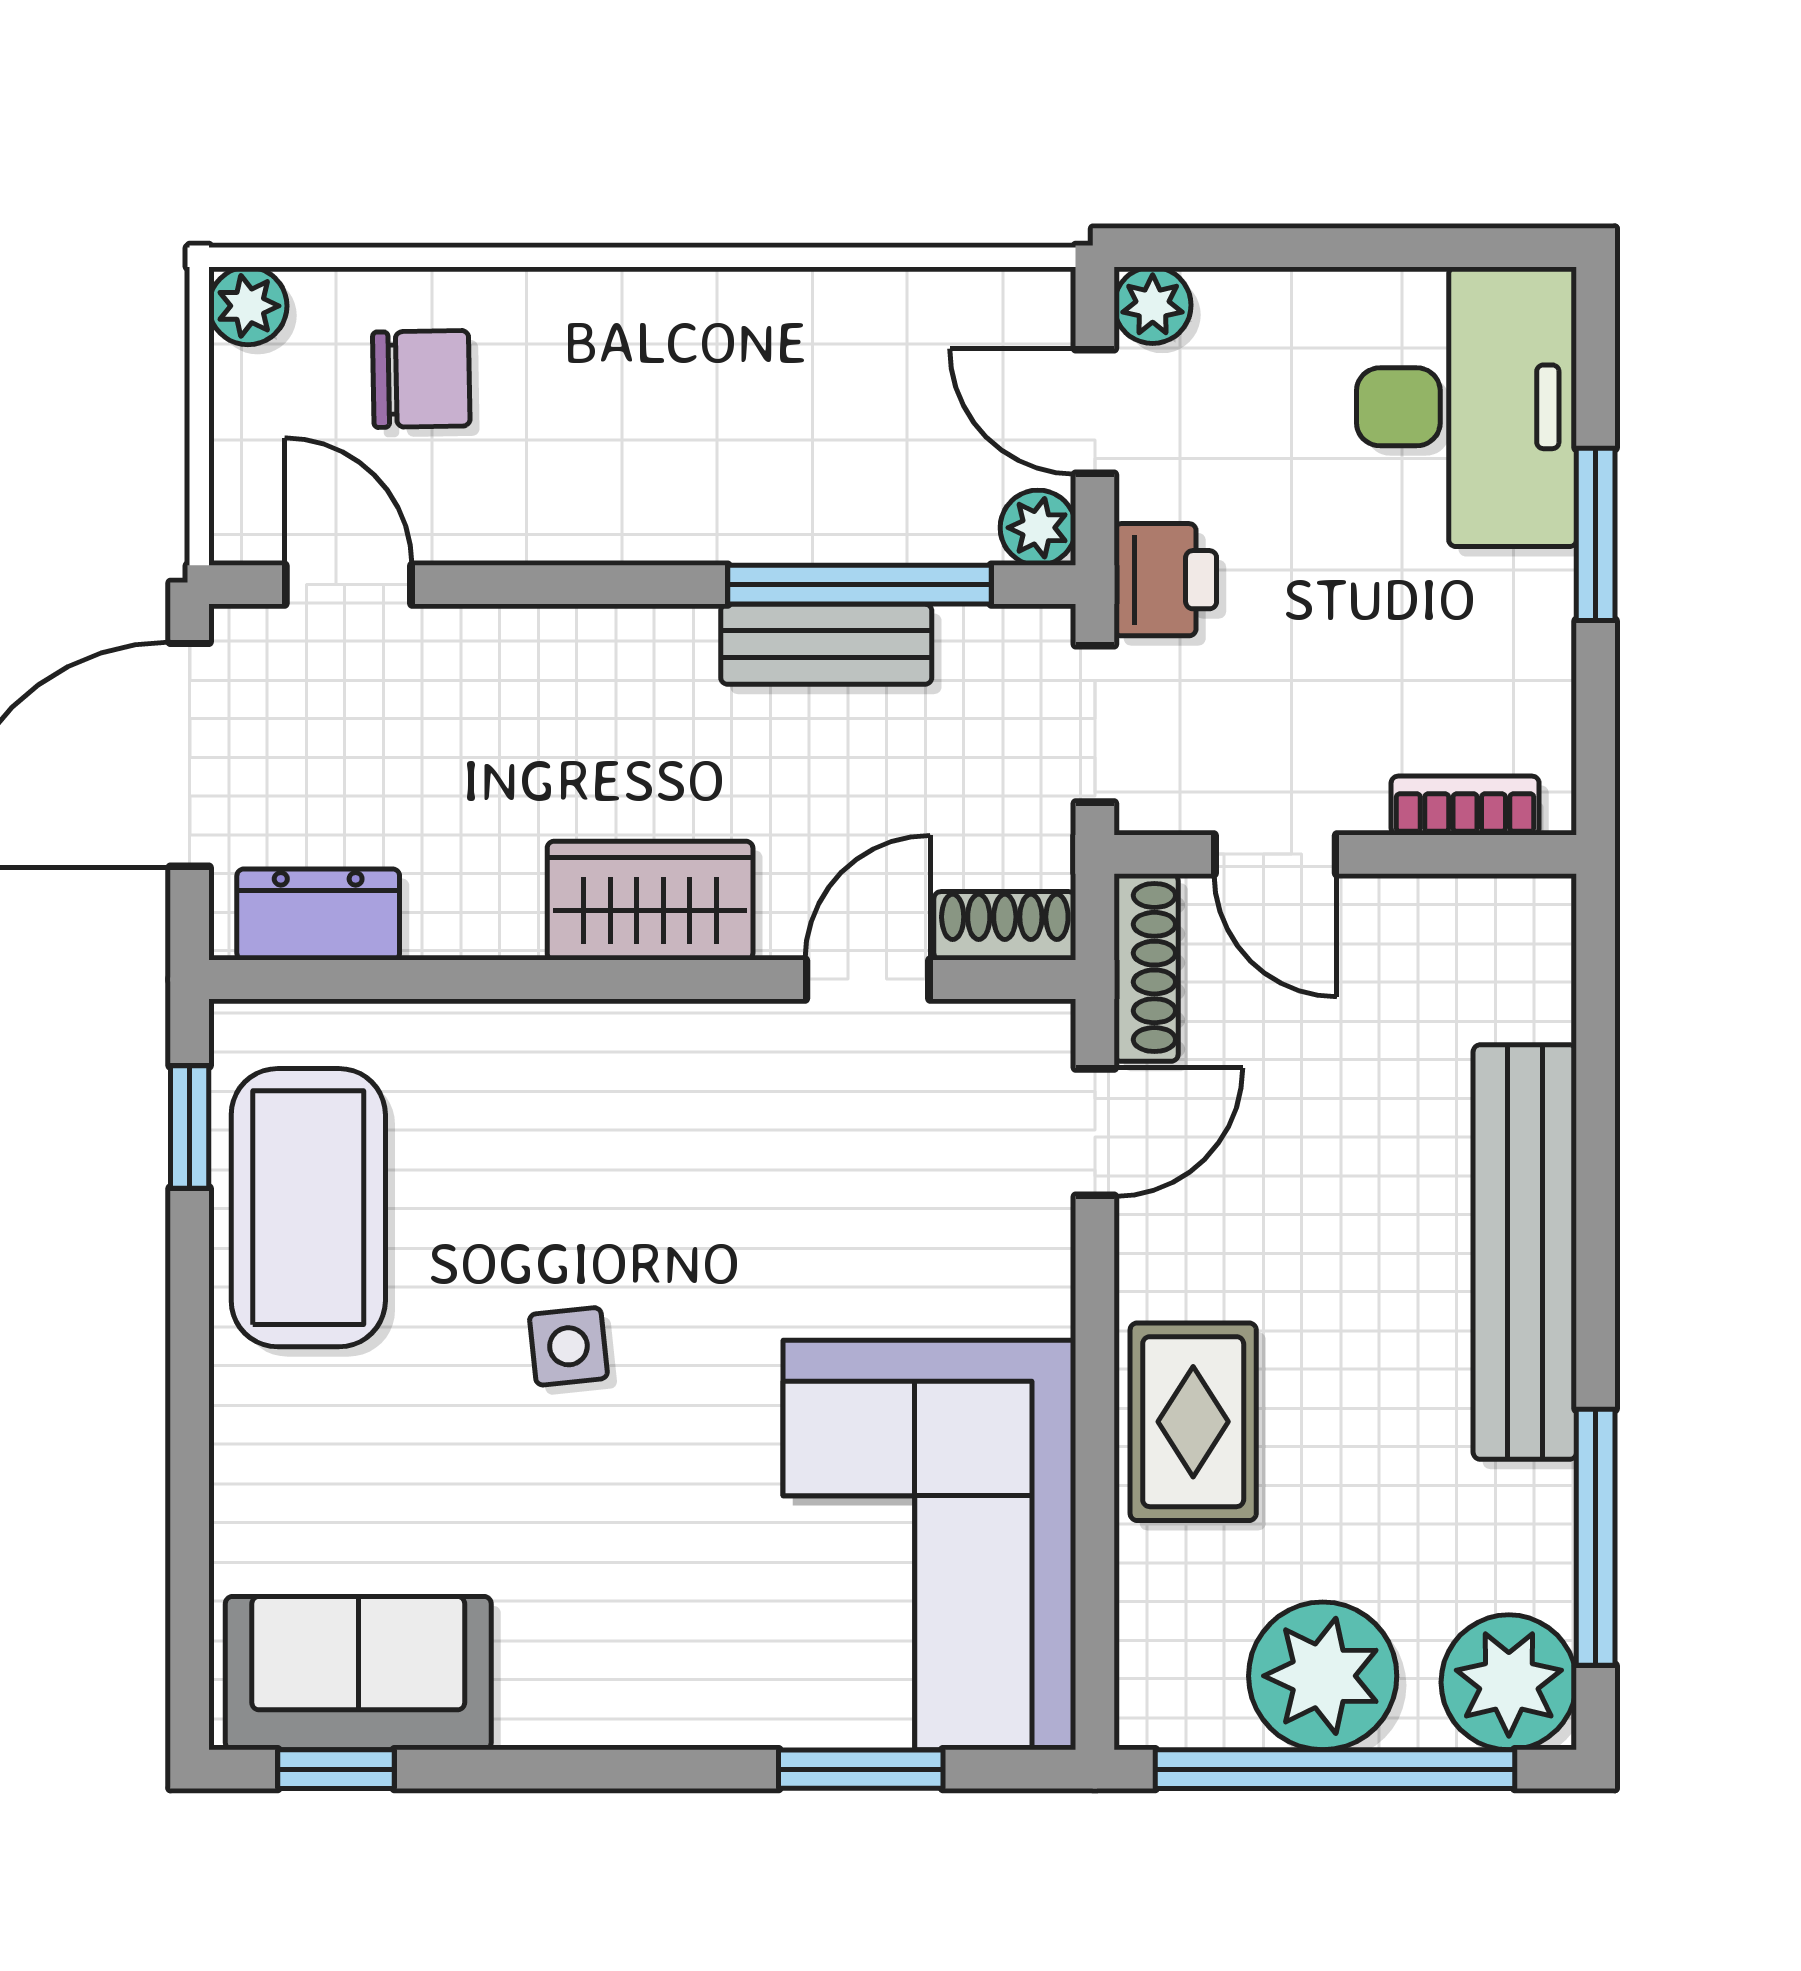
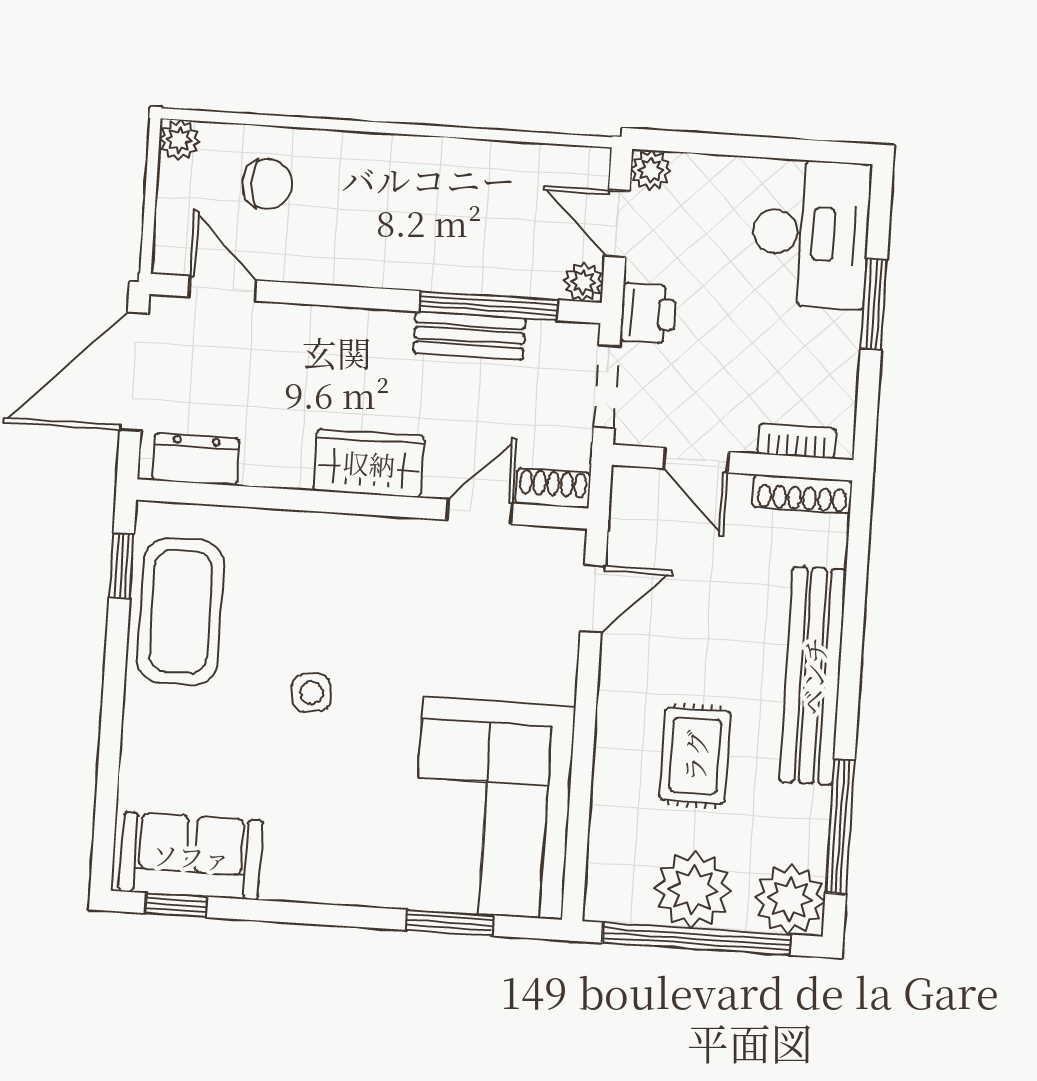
shoe rack: (1146, 968) -> (802, 494), moved, turned 90
rug: (1193, 1422) -> (695, 756), moved

